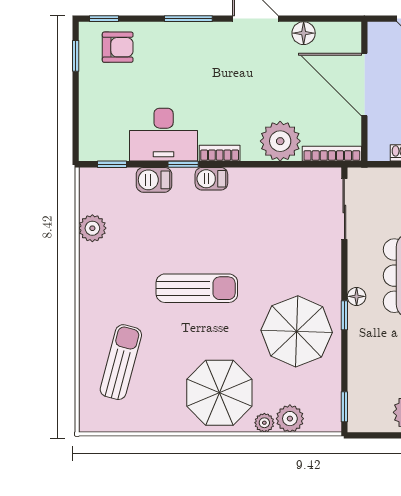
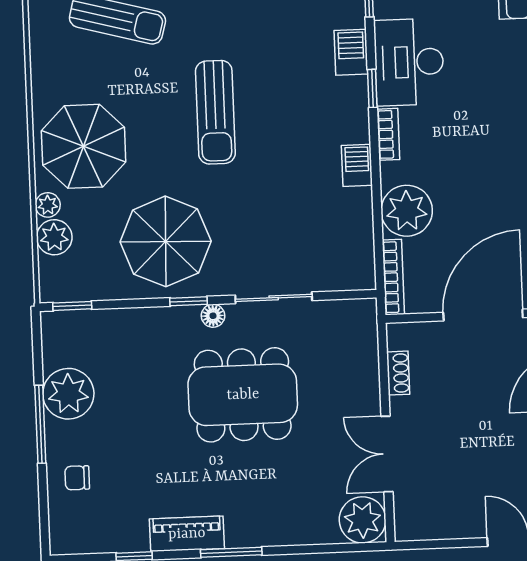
barbecue: (211, 179) -> (357, 165), moved
sliding door: (344, 209) -> (274, 298), moved

